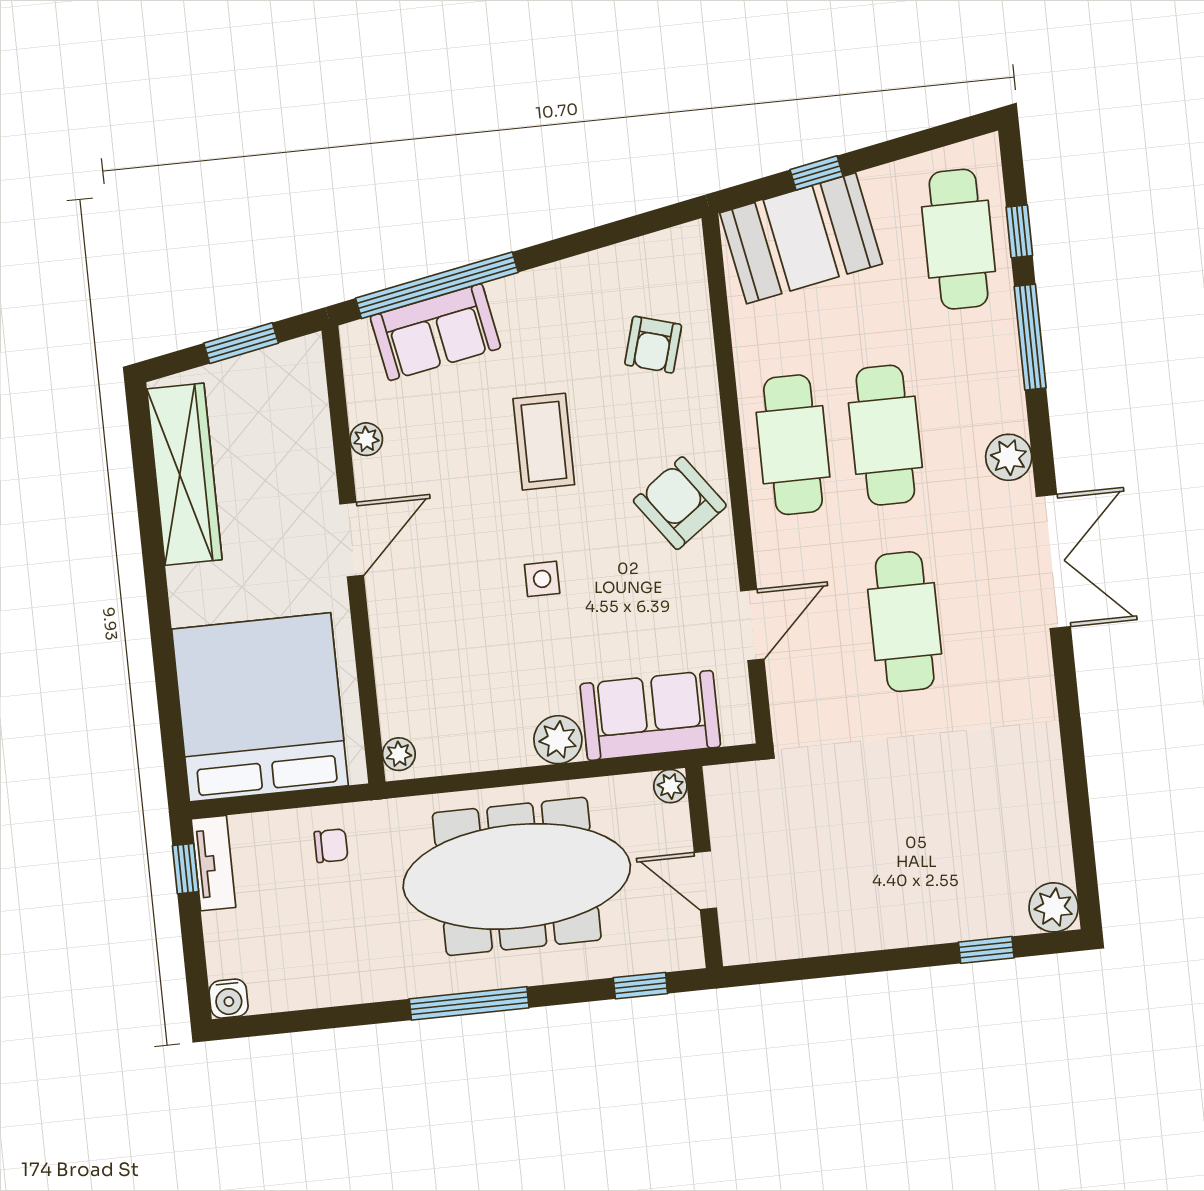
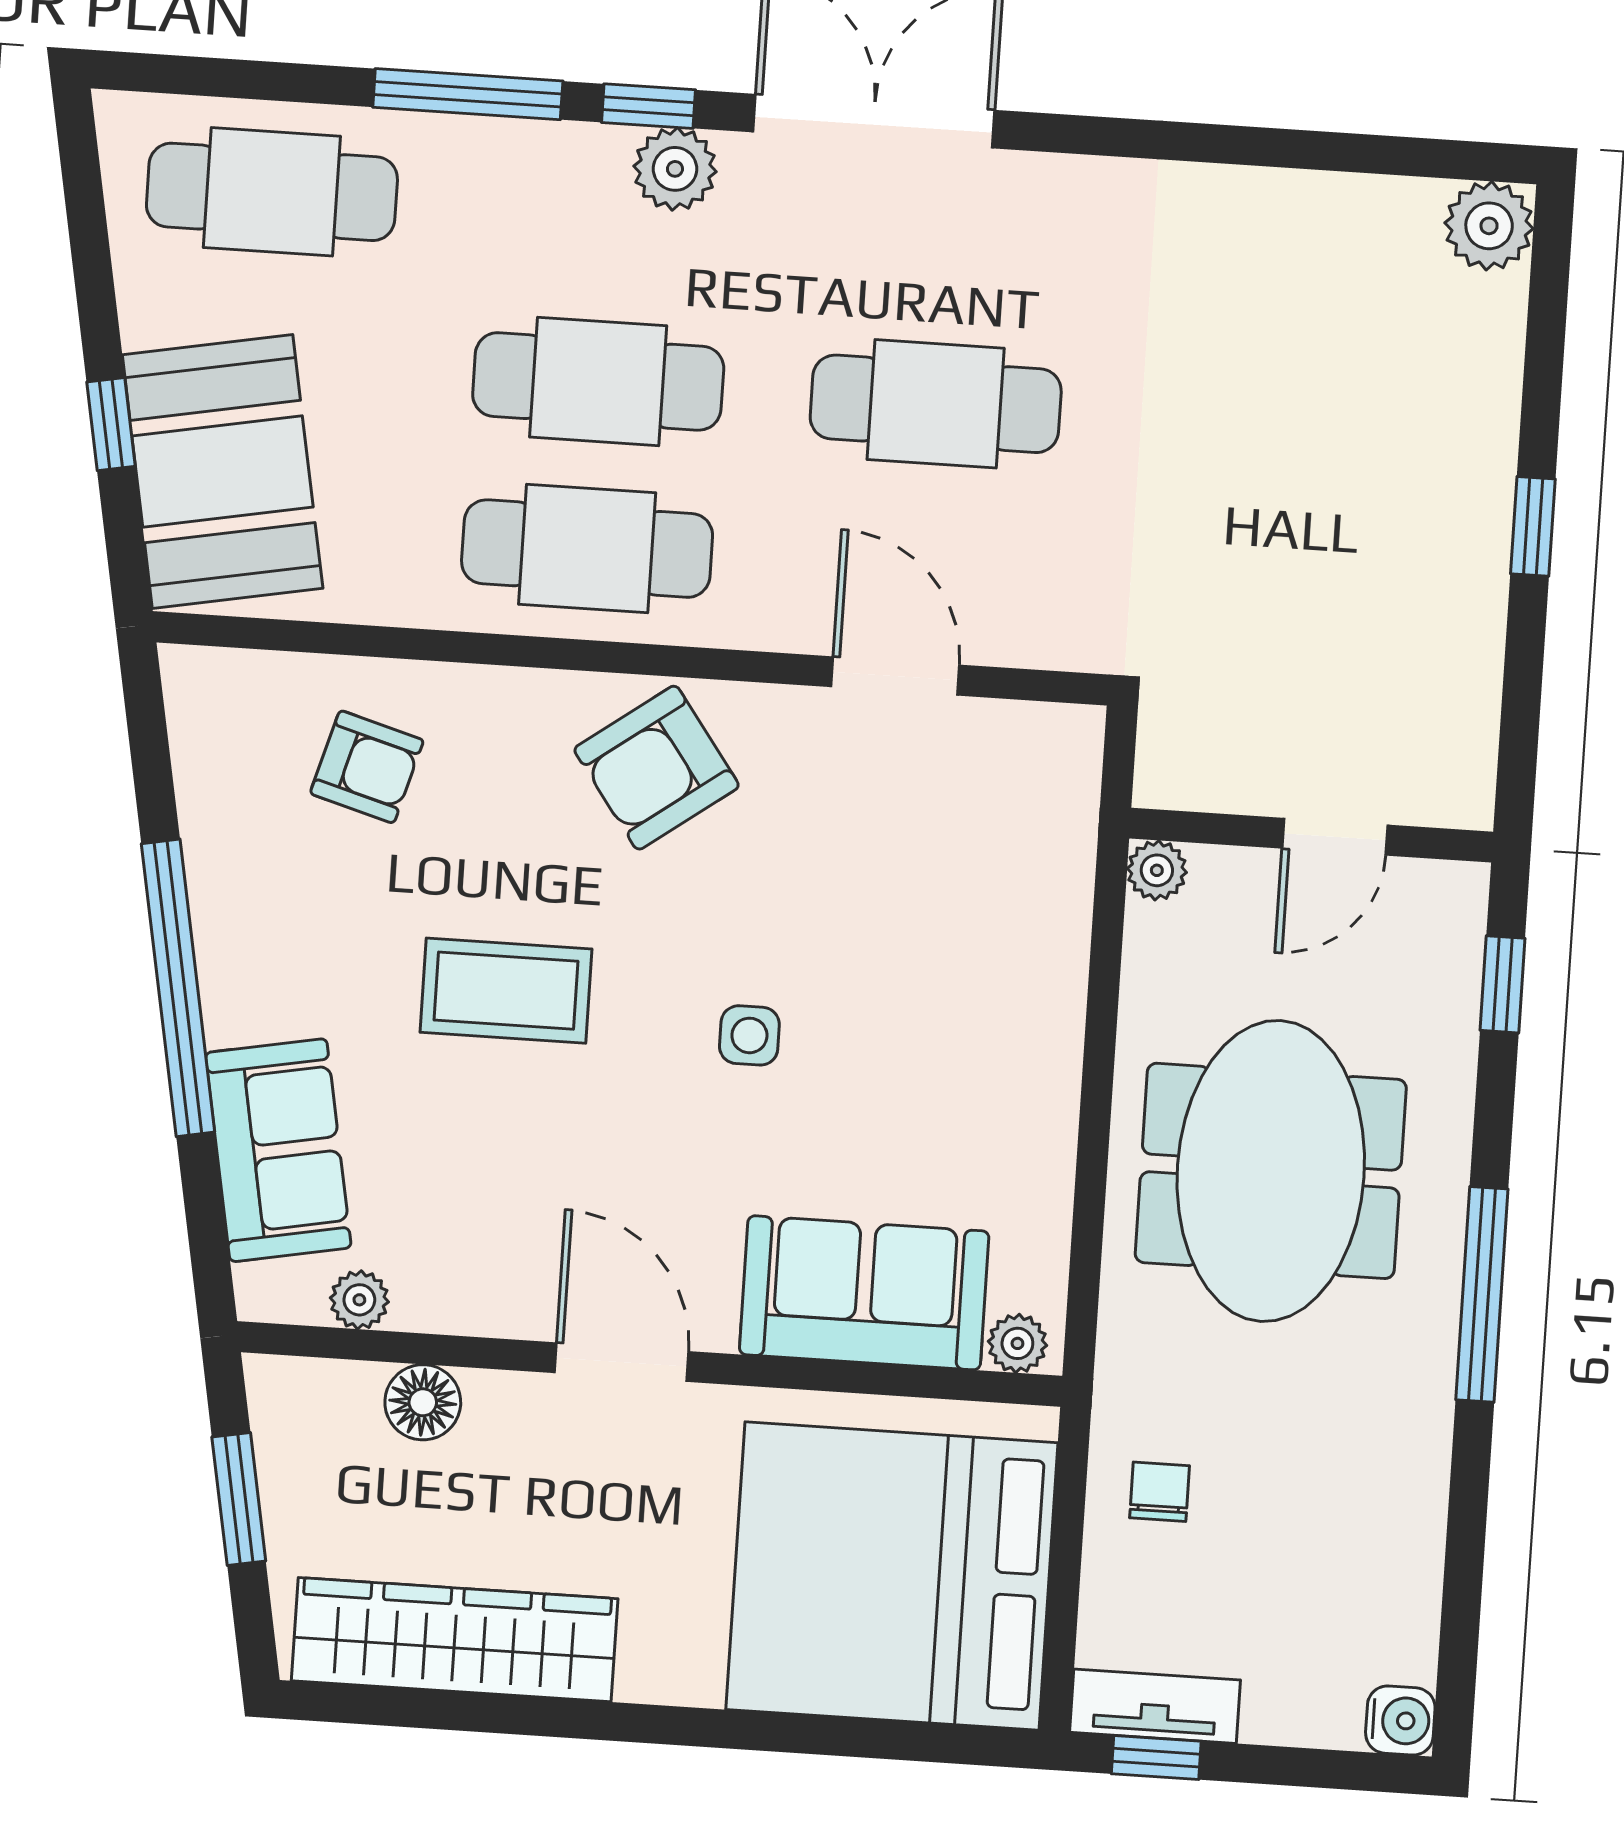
window: (1019, 231) -> (648, 106), moved
window: (437, 285) -> (178, 988), moved
floor lamp: (311, 435) -> (423, 1402), added
plant: (366, 439) -> (359, 1300), moved
sofa: (650, 715) -> (864, 1293), moved, turned 90
plant: (558, 740) -> (1040, 1056), removed
meeting table: (517, 876) -> (1271, 1171), width x0.73
window: (986, 950) -> (1533, 526), moved

